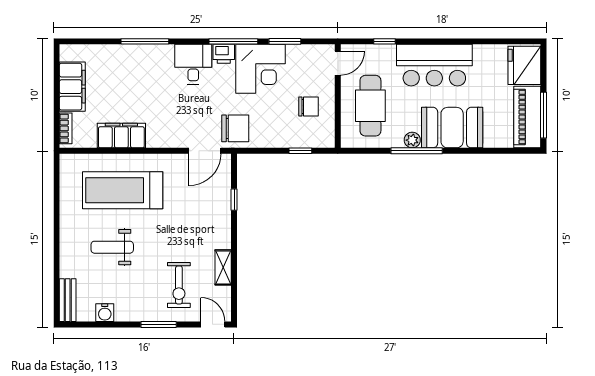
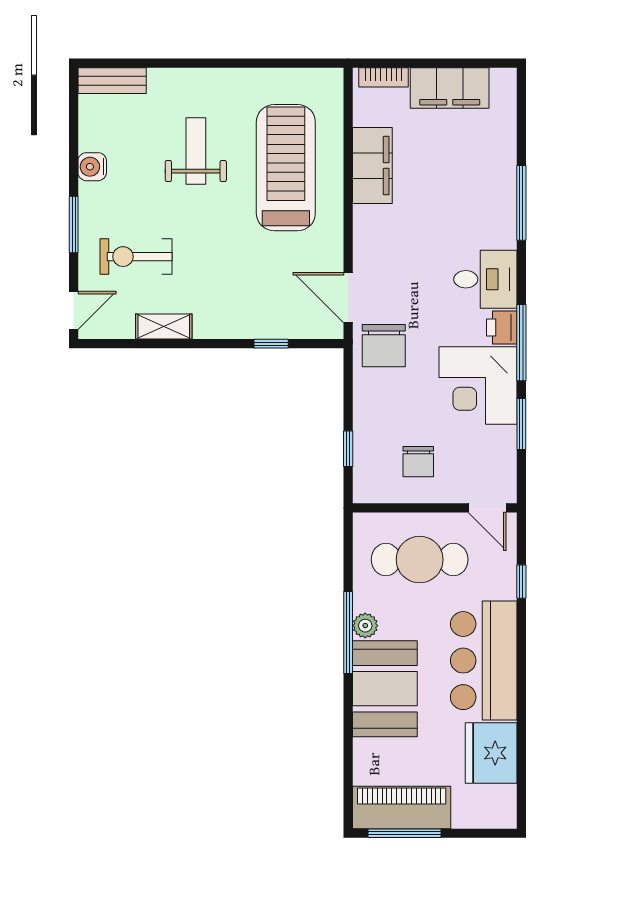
fridge: (524, 65) -> (491, 753), moved, turned -90
water cooler: (105, 313) -> (92, 167), moved

